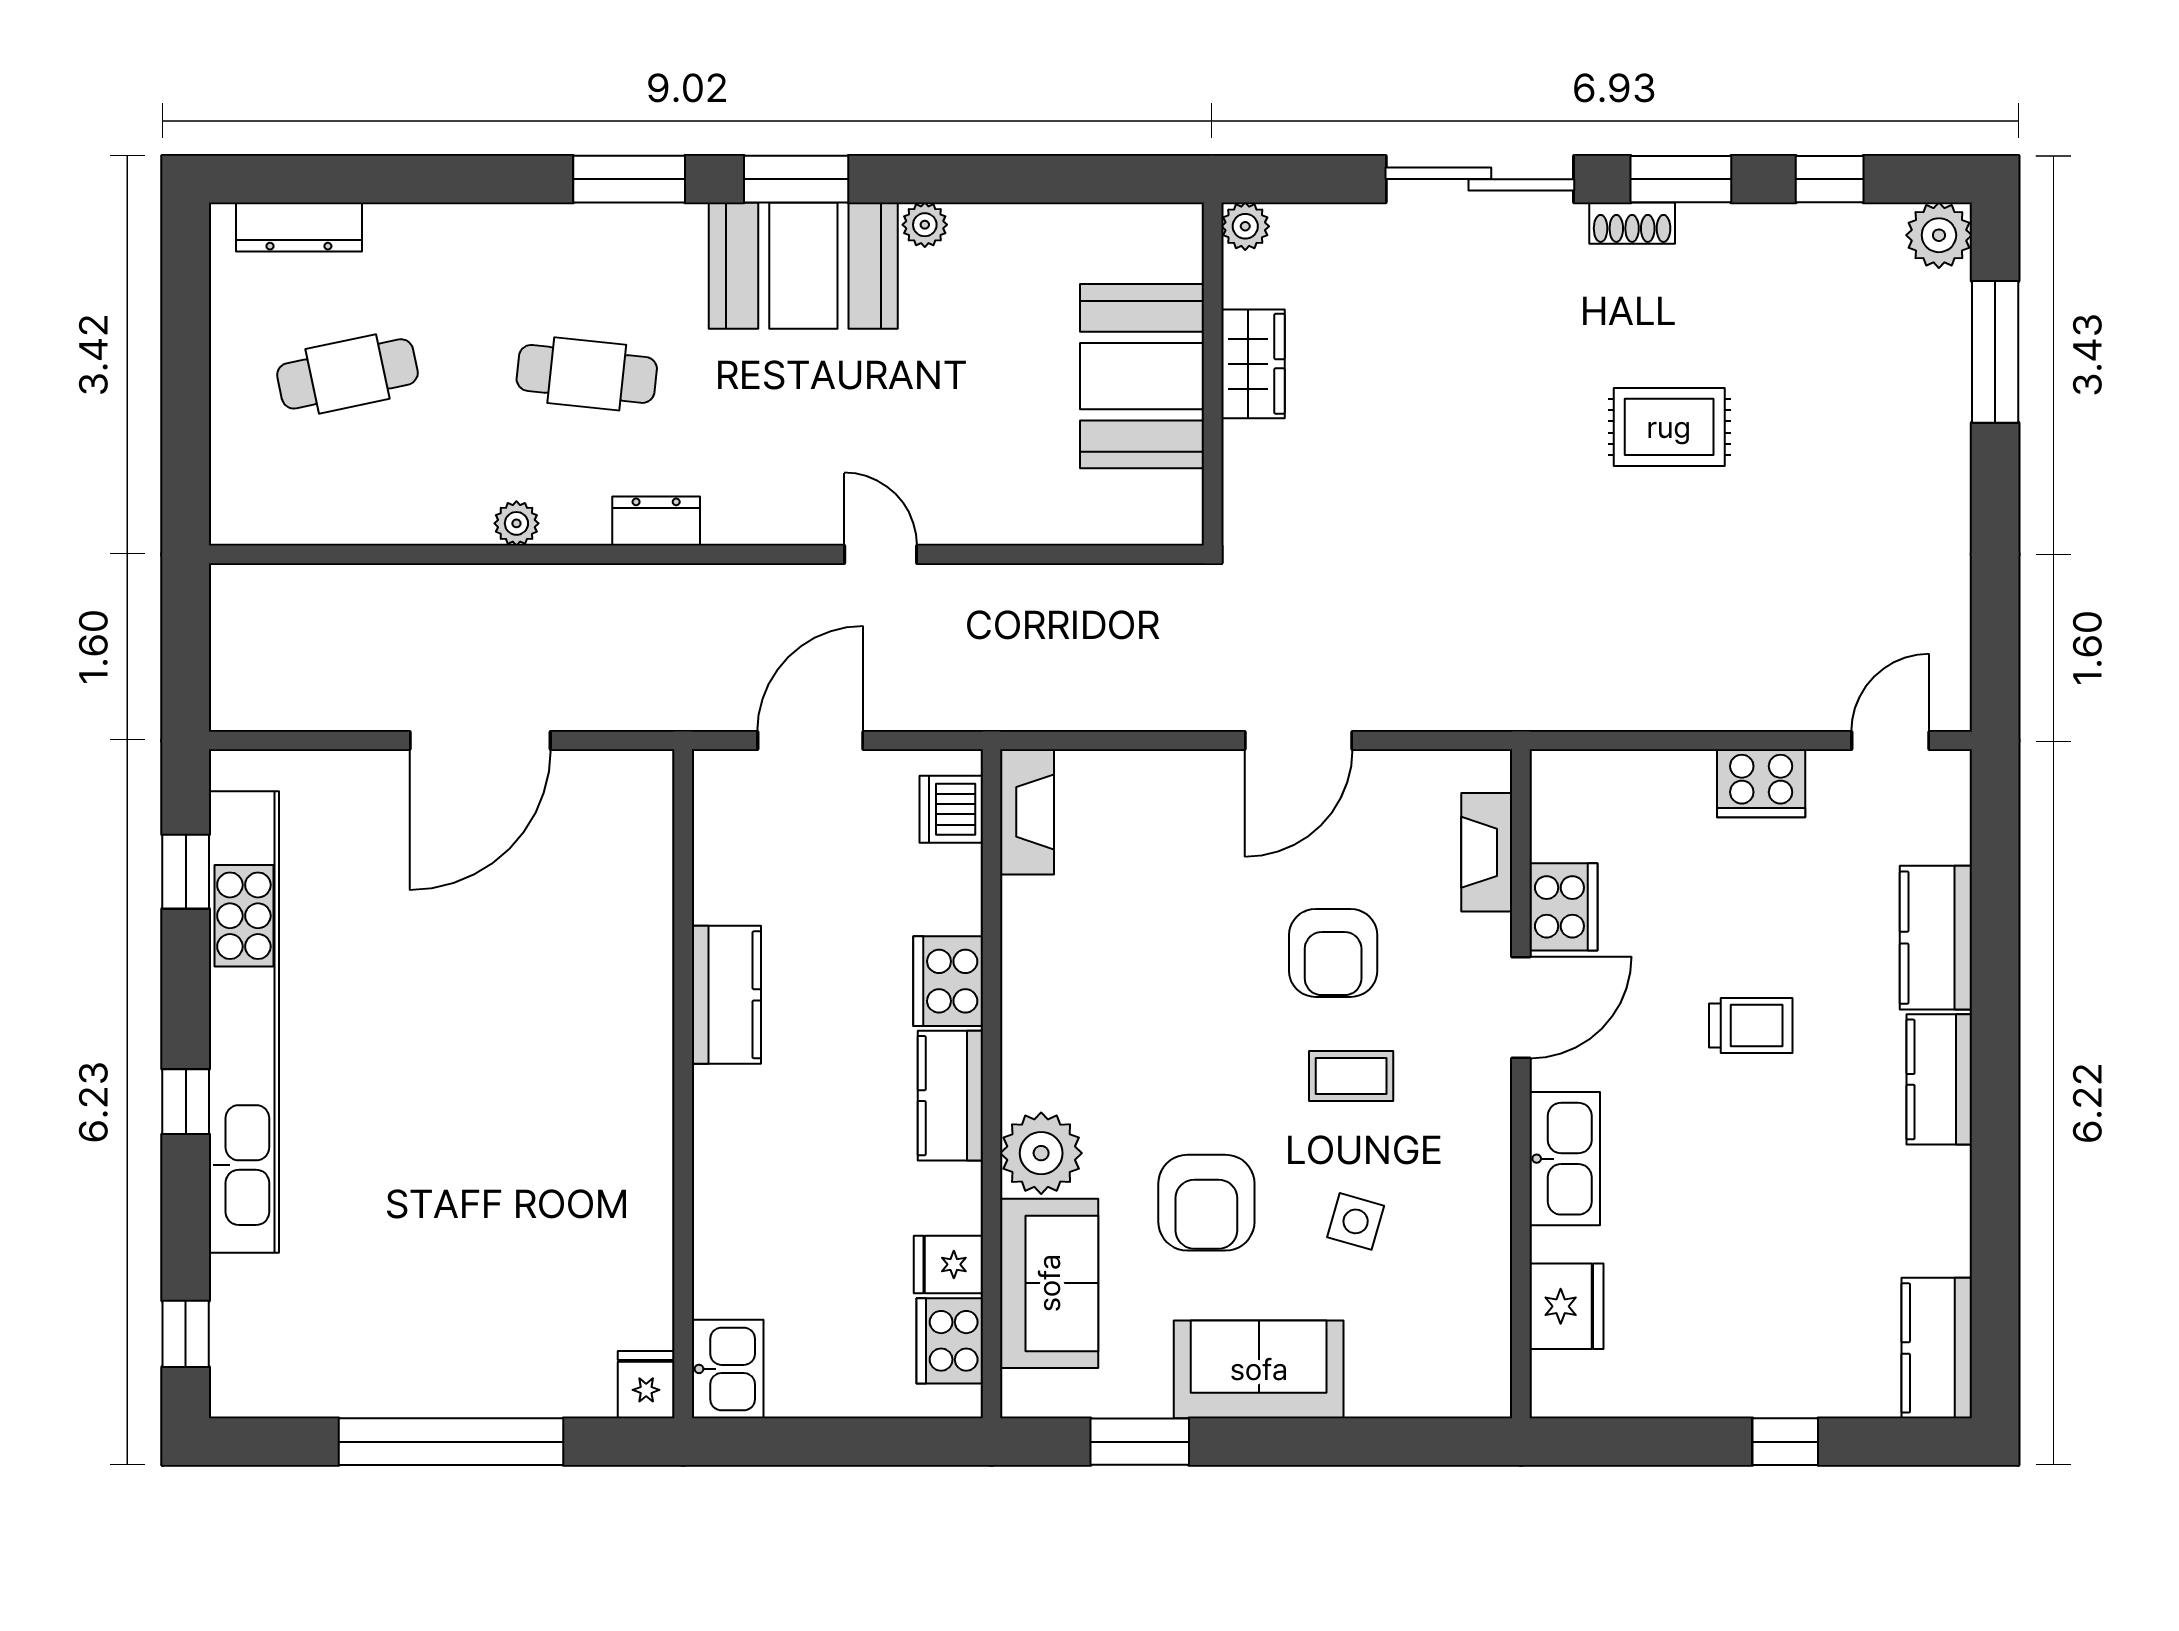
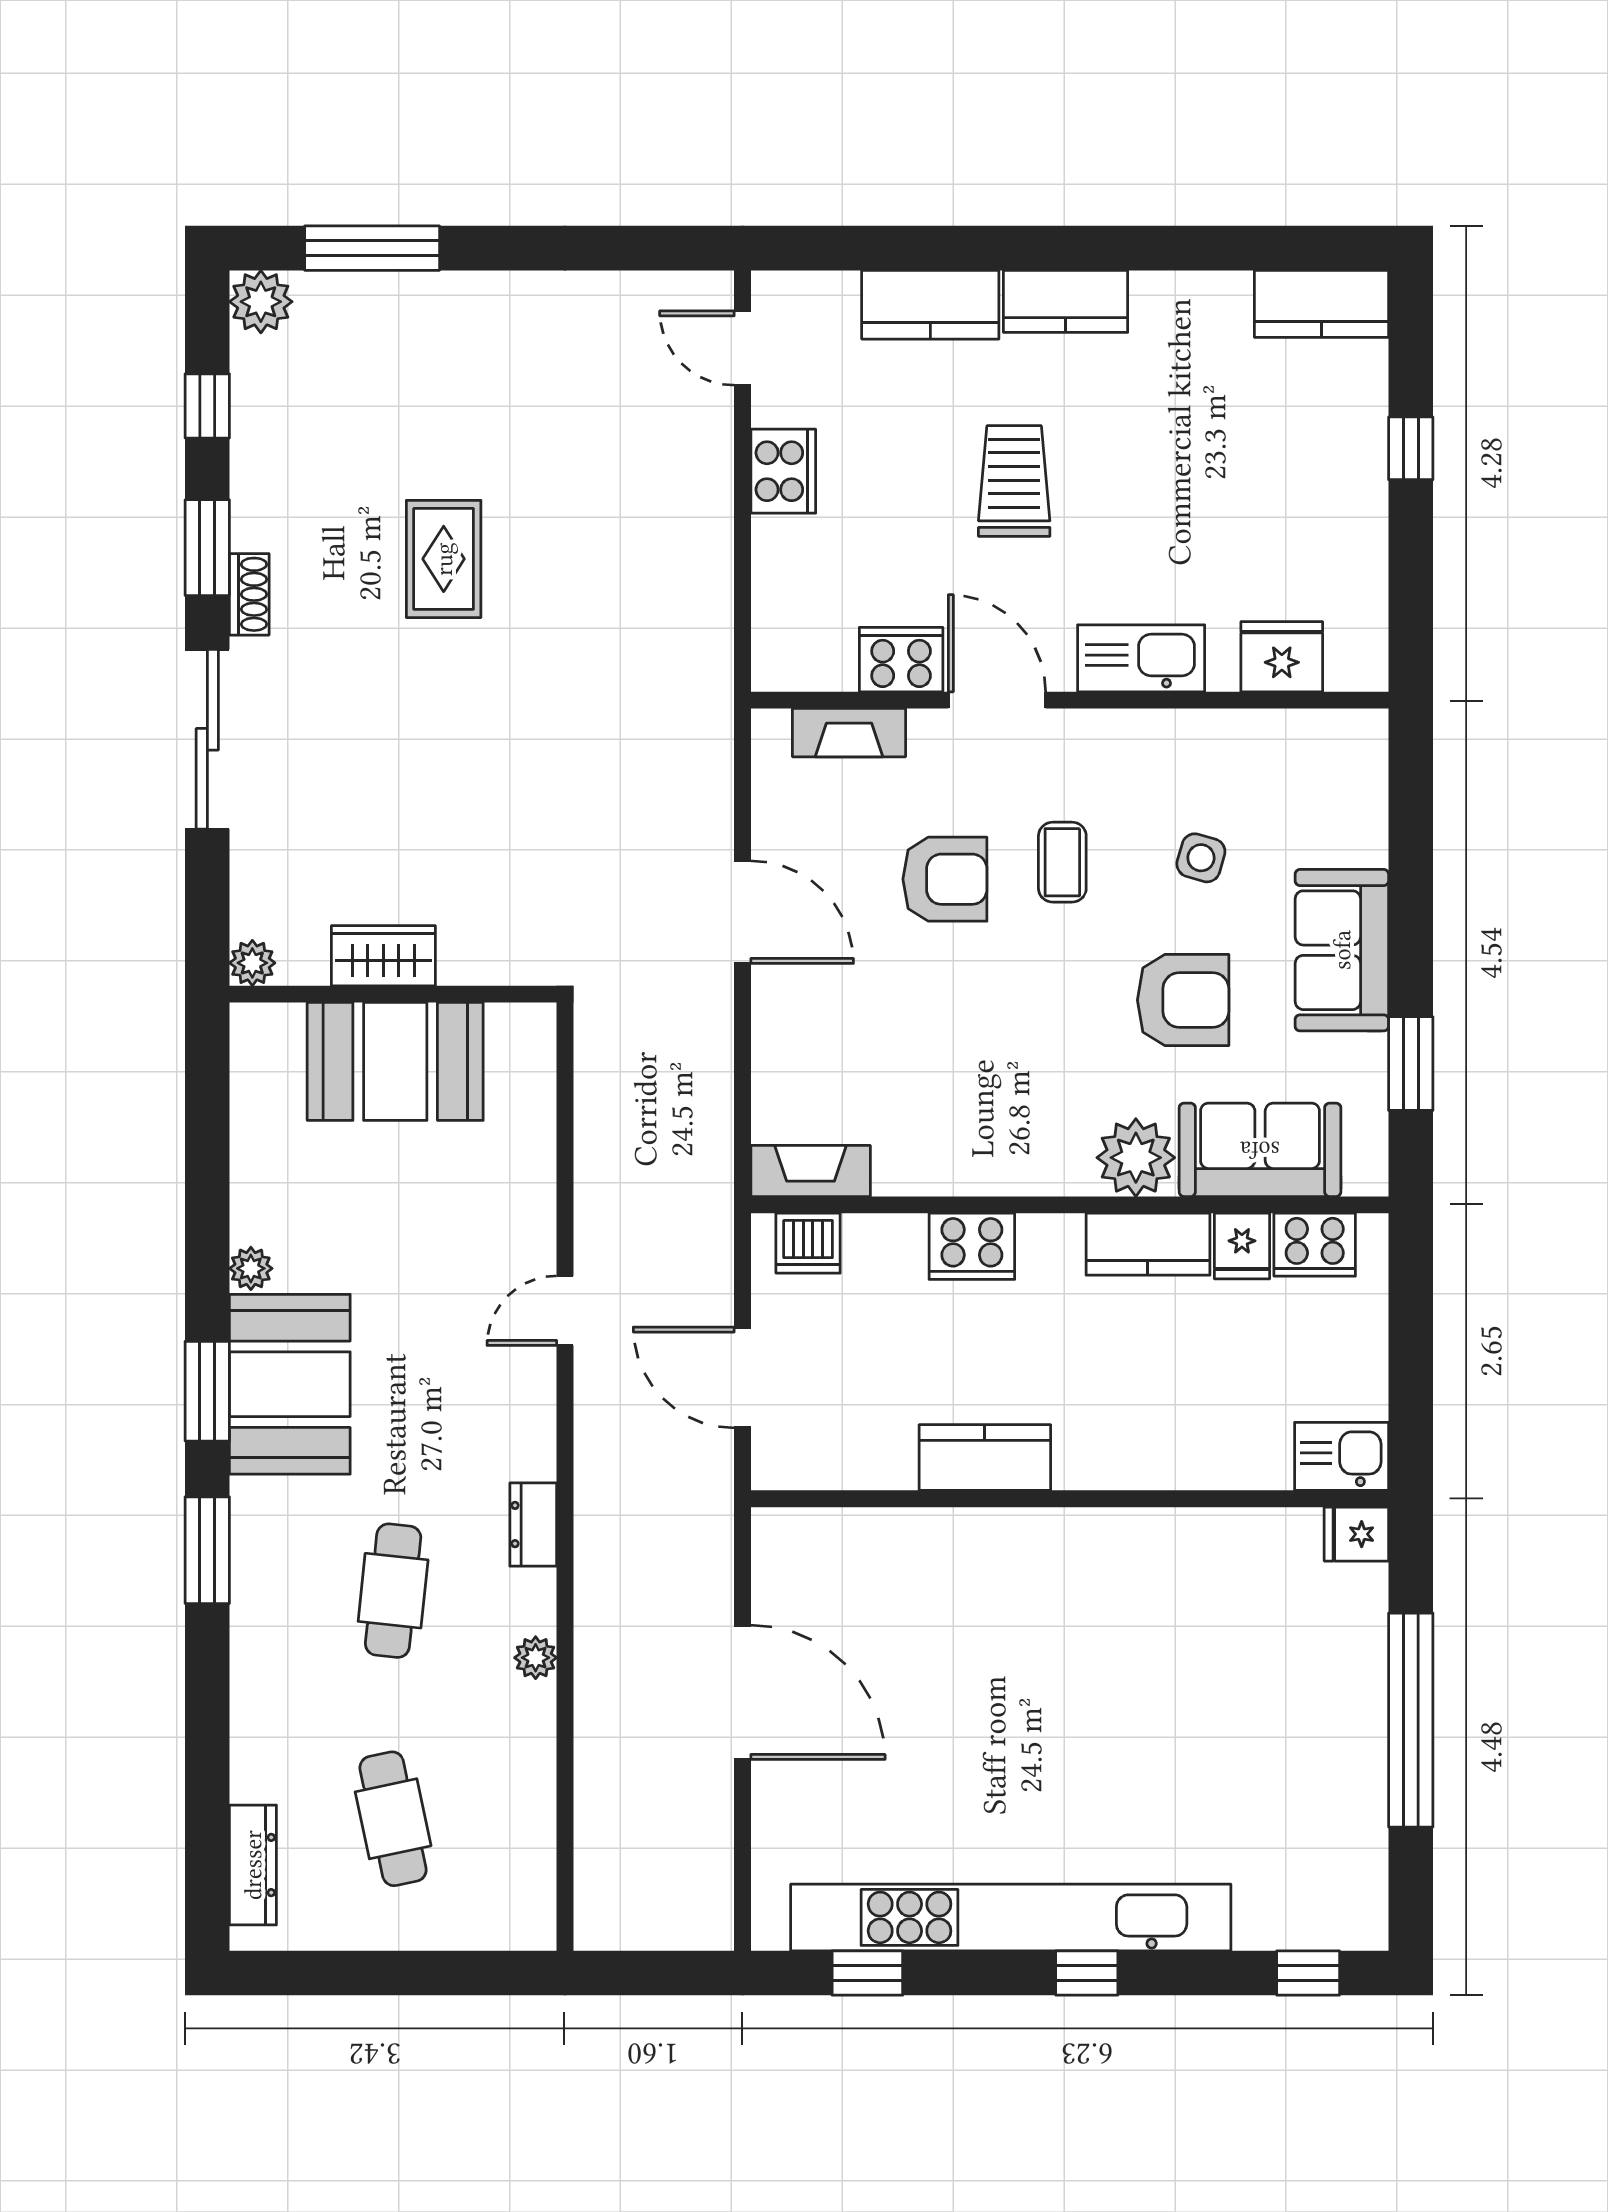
trolley: (1751, 1025) -> (1014, 481), width x1.36, depth x1.39
kitchen counter: (950, 1096) -> (1148, 1244), moved

